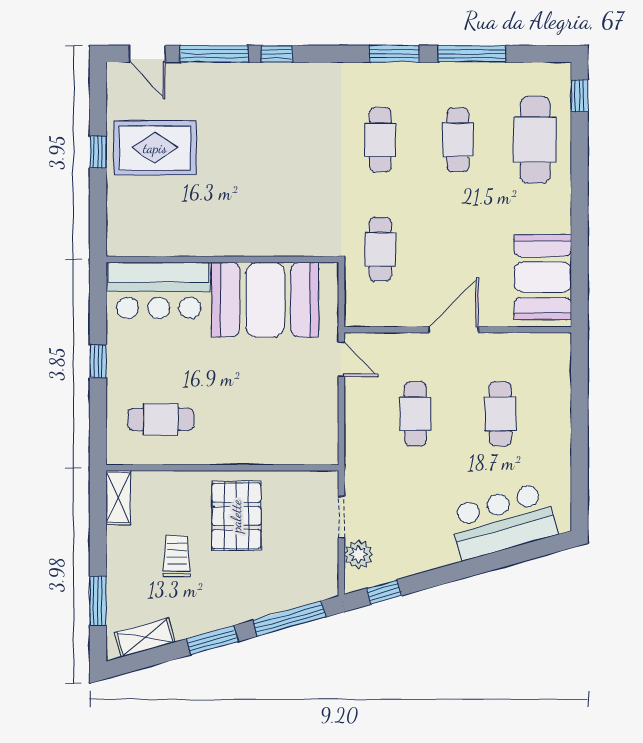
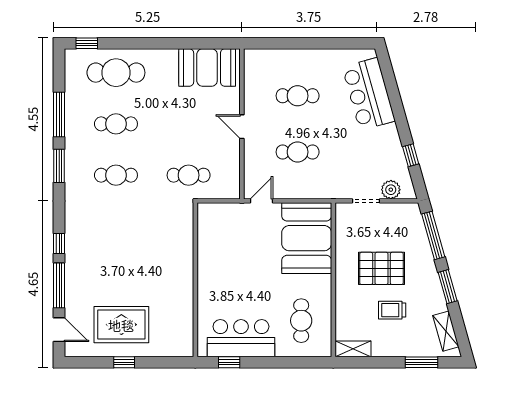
door: (147, 54) -> (59, 330), hinge flipped
rug: (155, 148) -> (121, 325), turned 90
bar counter: (159, 290) -> (241, 338), moved, turned -90
booth: (265, 300) -> (307, 238), moved
door: (454, 330) -> (242, 127), width x0.73
window: (98, 361) -> (229, 362), moved
pallet: (236, 516) -> (381, 268), moved
window: (384, 592) -> (411, 155), moved

